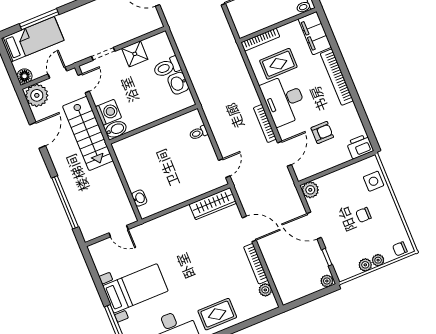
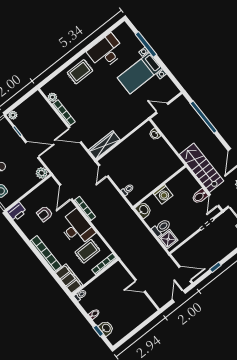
shower: (135, 54) -> (168, 239), moved
washbasin: (178, 83) -> (144, 210), moved
washing machine: (108, 112) -> (163, 194), moved, turned -90
bidet: (116, 129) -> (200, 196), moved

